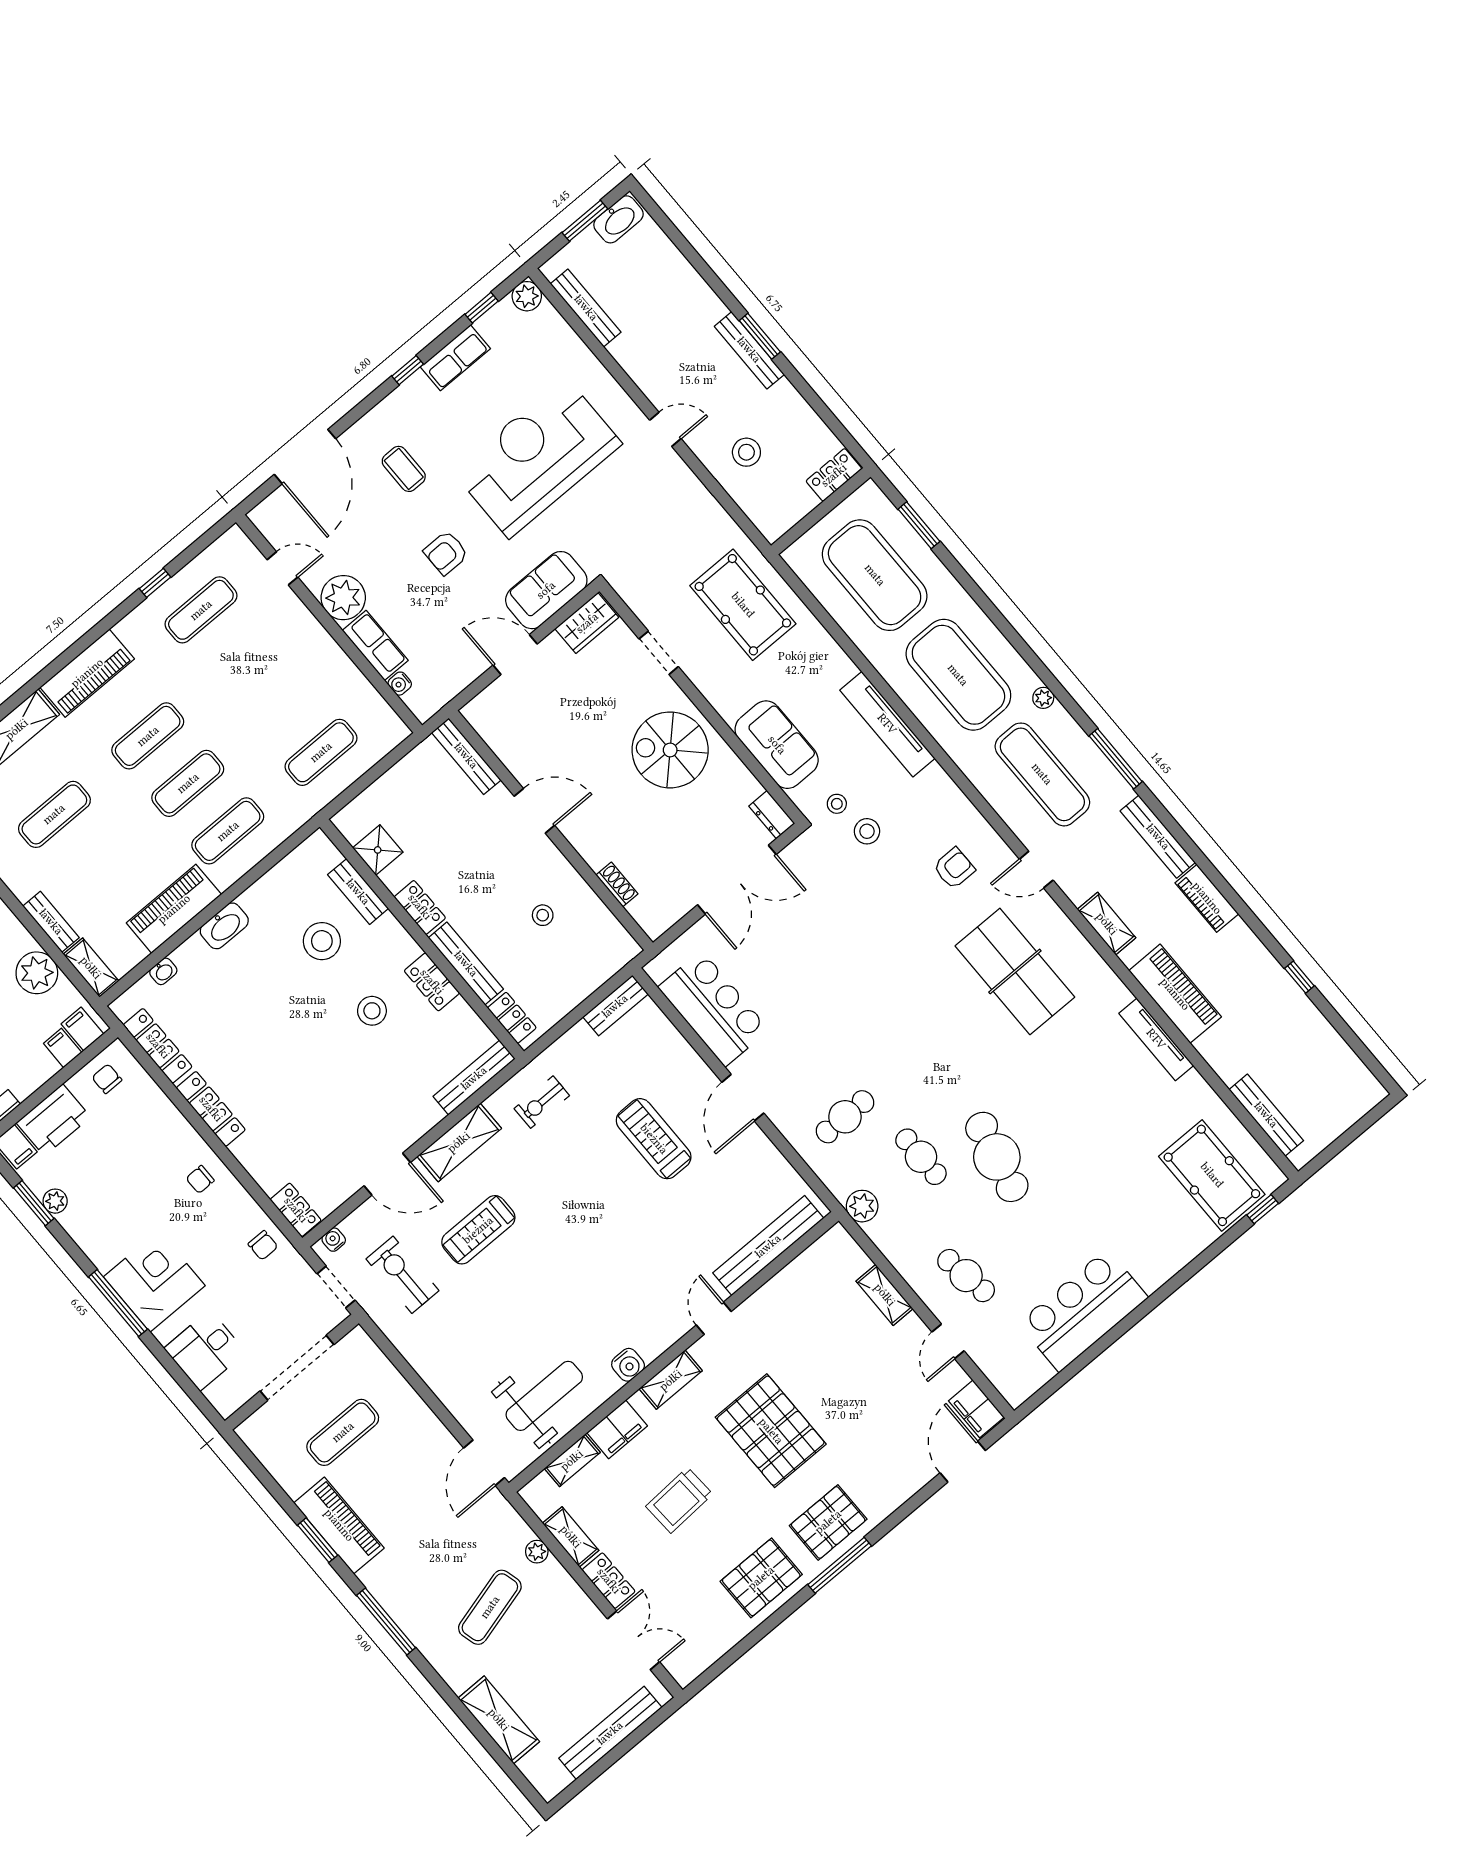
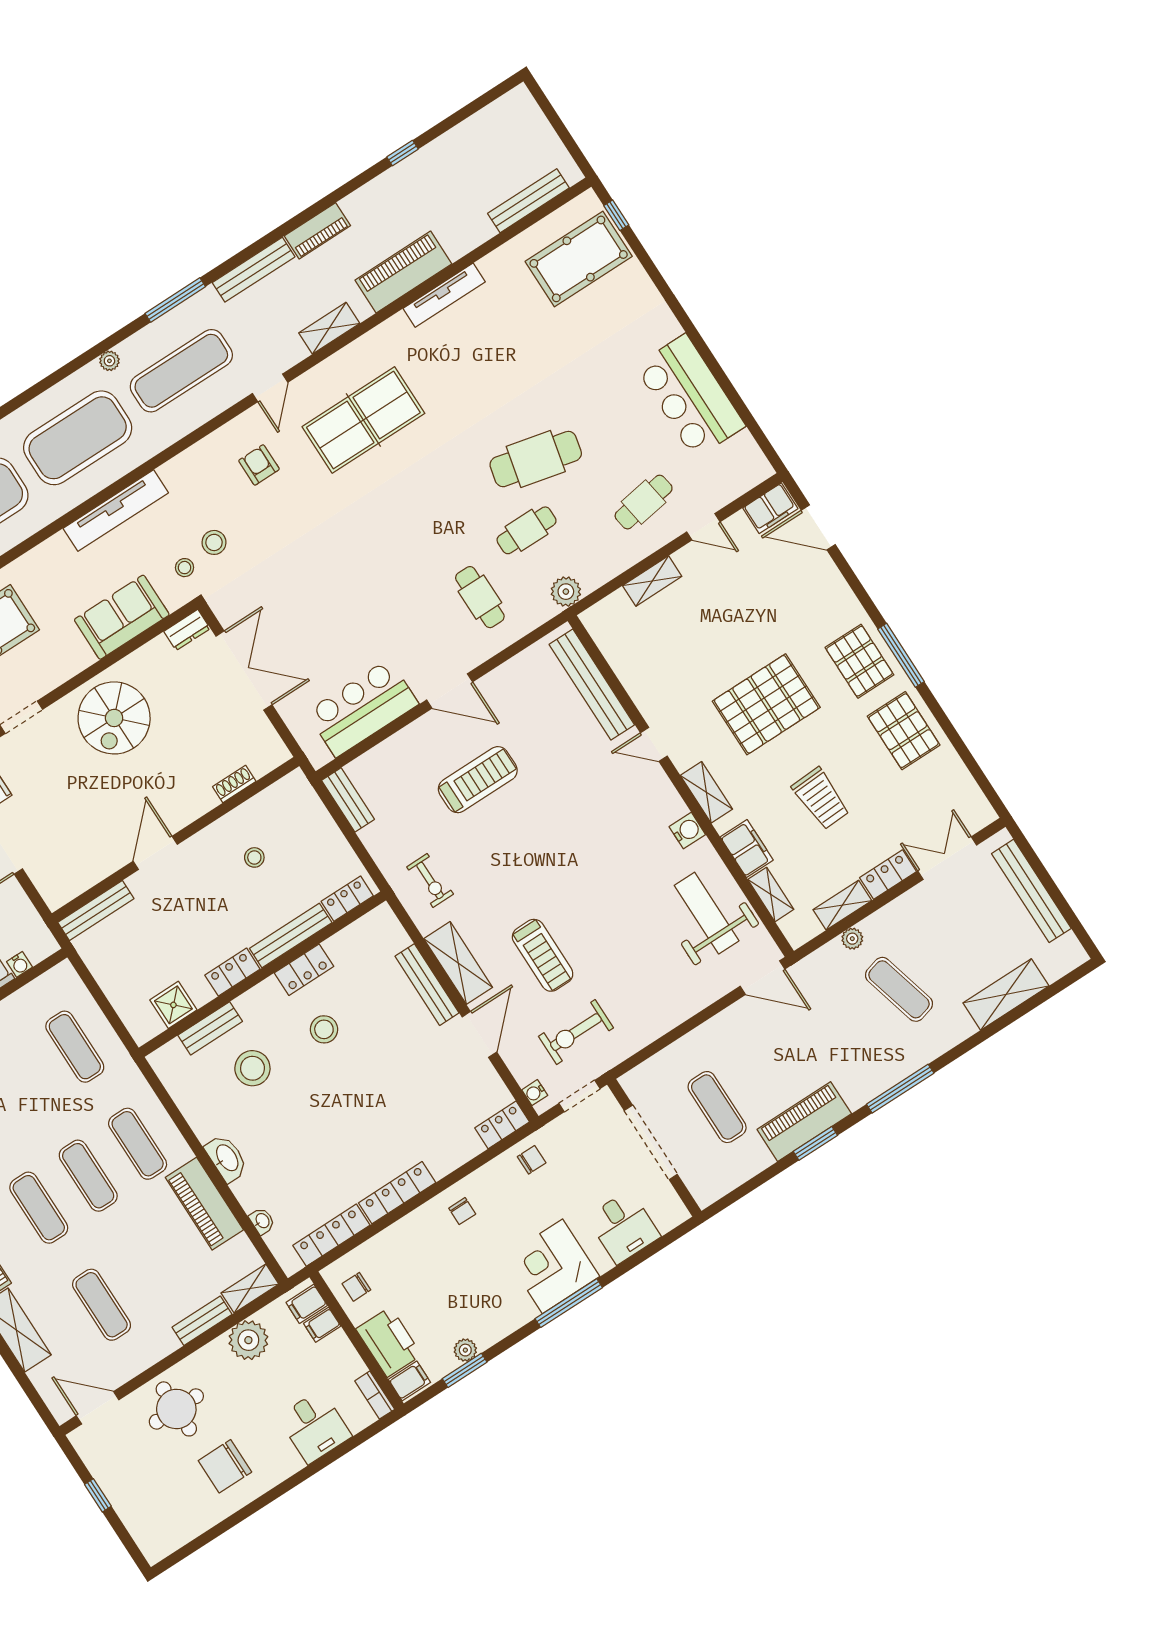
bench: (474, 1078) -> (427, 985), moved
treadmill: (654, 1139) -> (478, 780), turned 180

